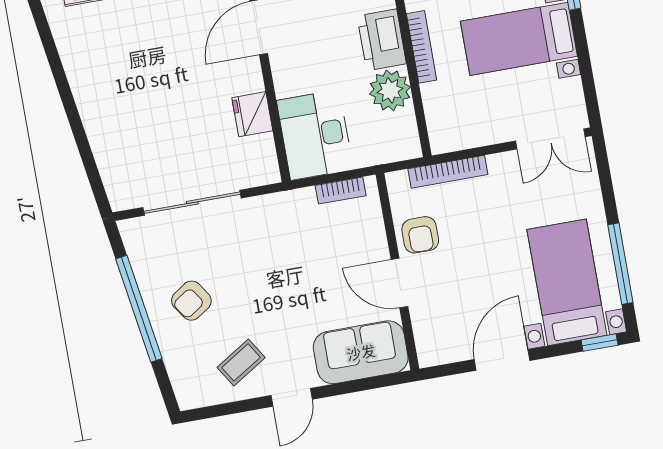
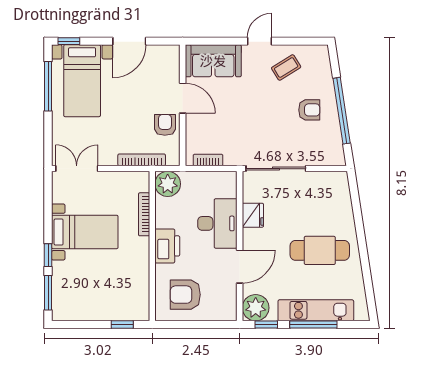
bookcase: (422, 47) -> (144, 214), moved
cafe table: (134, 77) -> (320, 250), added
plant: (390, 90) -> (168, 184), moved
desk: (315, 135) -> (217, 223), moved
sliding door: (192, 203) -> (276, 169), moved
armchair: (191, 301) -> (309, 110), turned 34

